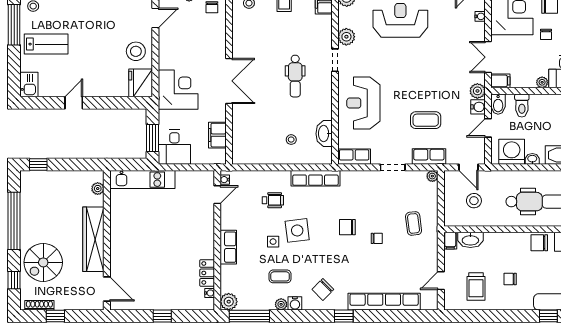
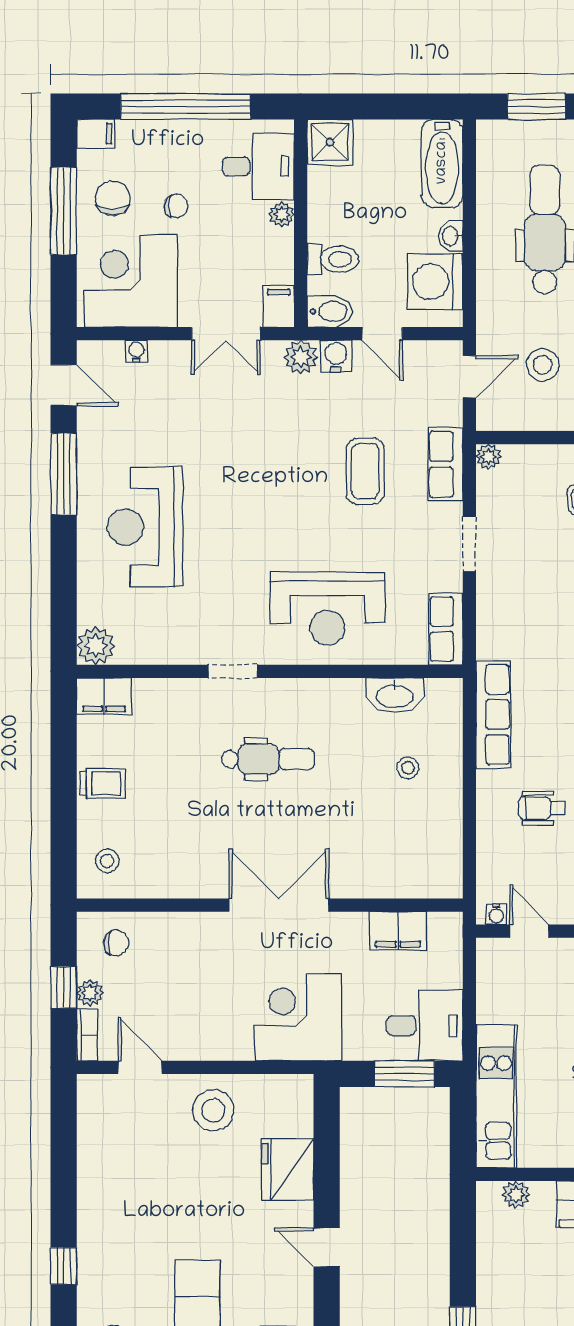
plant: (346, 37) -> (181, 646), removed
fridge: (141, 83) -> (288, 1170), moved, turned 90
wheelchair: (273, 200) -> (542, 808), turned -90

